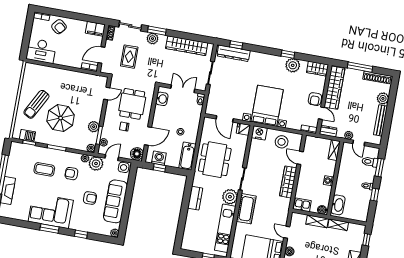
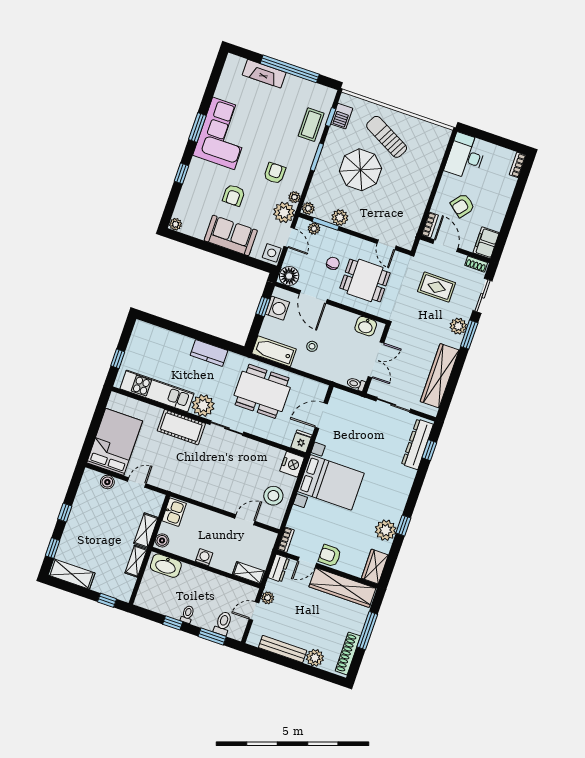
armchair: (59, 27) -> (462, 205), moved
coffee table: (44, 169) -> (311, 125), moved
wardrobe: (288, 182) -> (212, 496), removed
sofa: (115, 201) -> (231, 235), width x0.73

